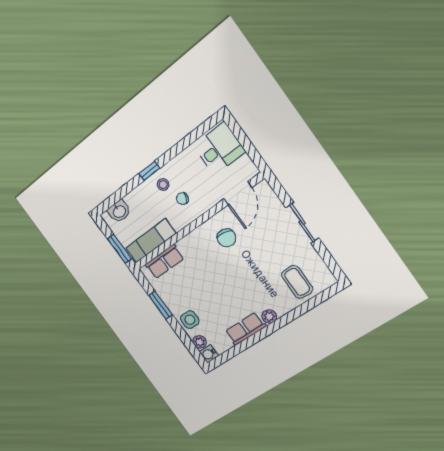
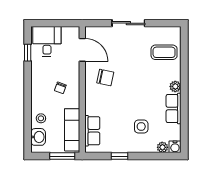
window: (149, 171) -> (28, 53), moved
stool: (163, 185) -> (41, 118), moved
window: (161, 305) -> (119, 156), width x0.67
side table: (190, 320) -> (141, 127), moved

